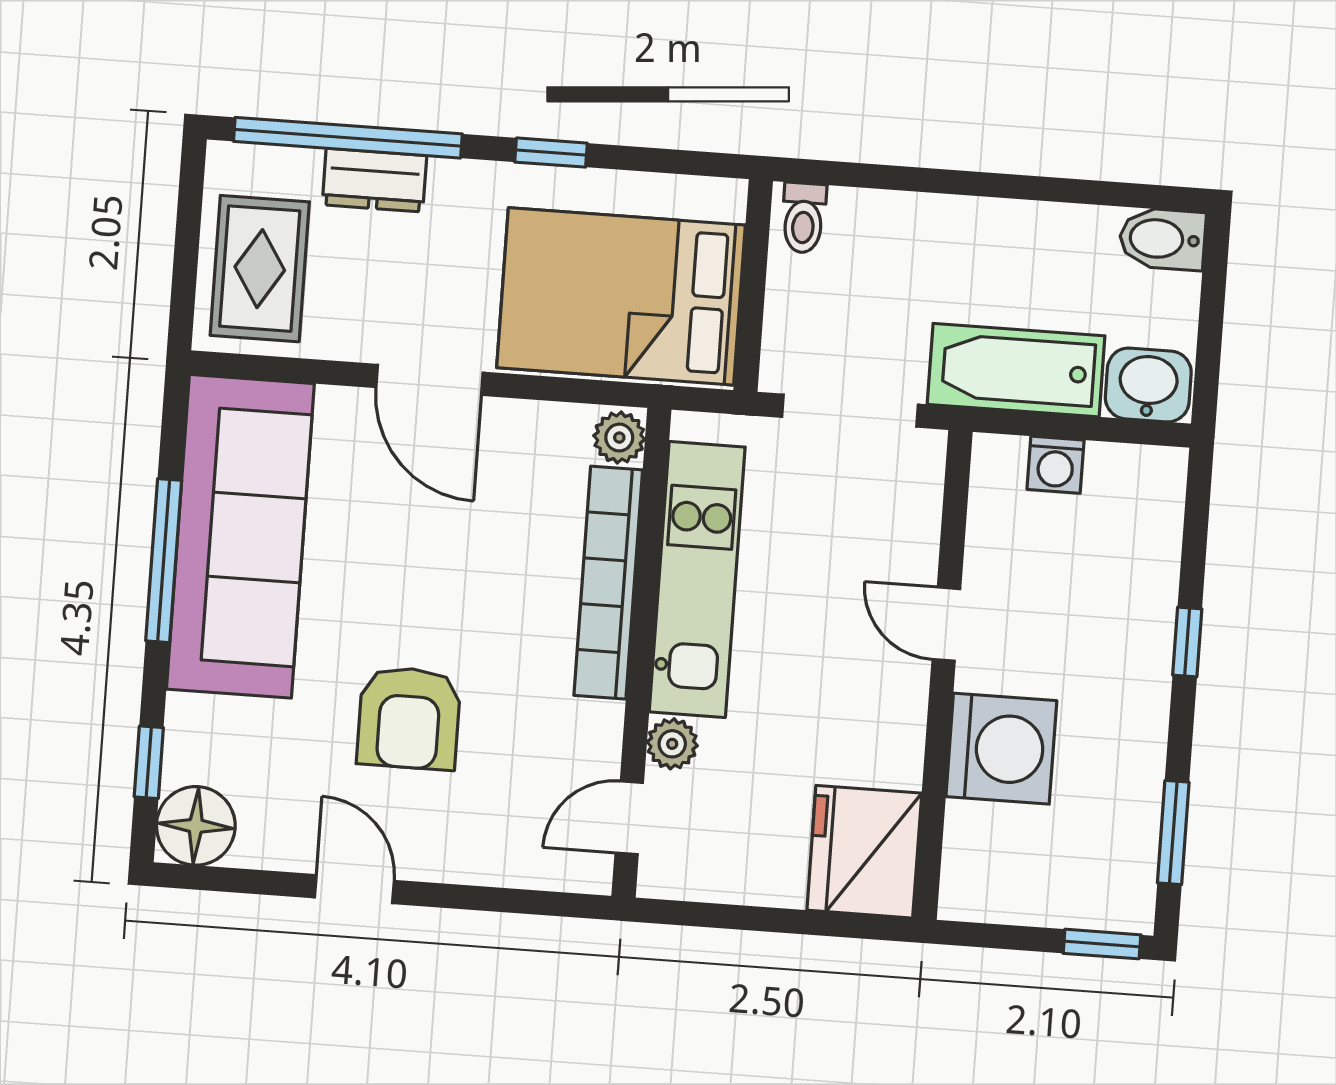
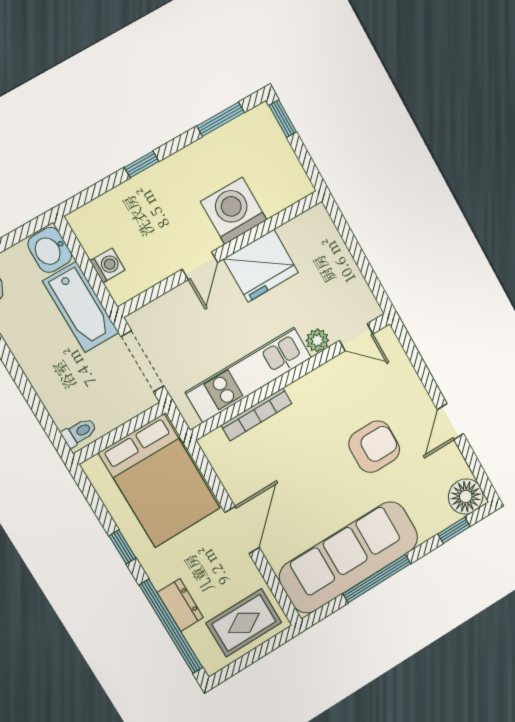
plant: (619, 438) -> (215, 443), removed
bookcase: (608, 583) -> (257, 414), width x0.68, depth x0.76
fridge: (864, 852) -> (261, 266), moved

